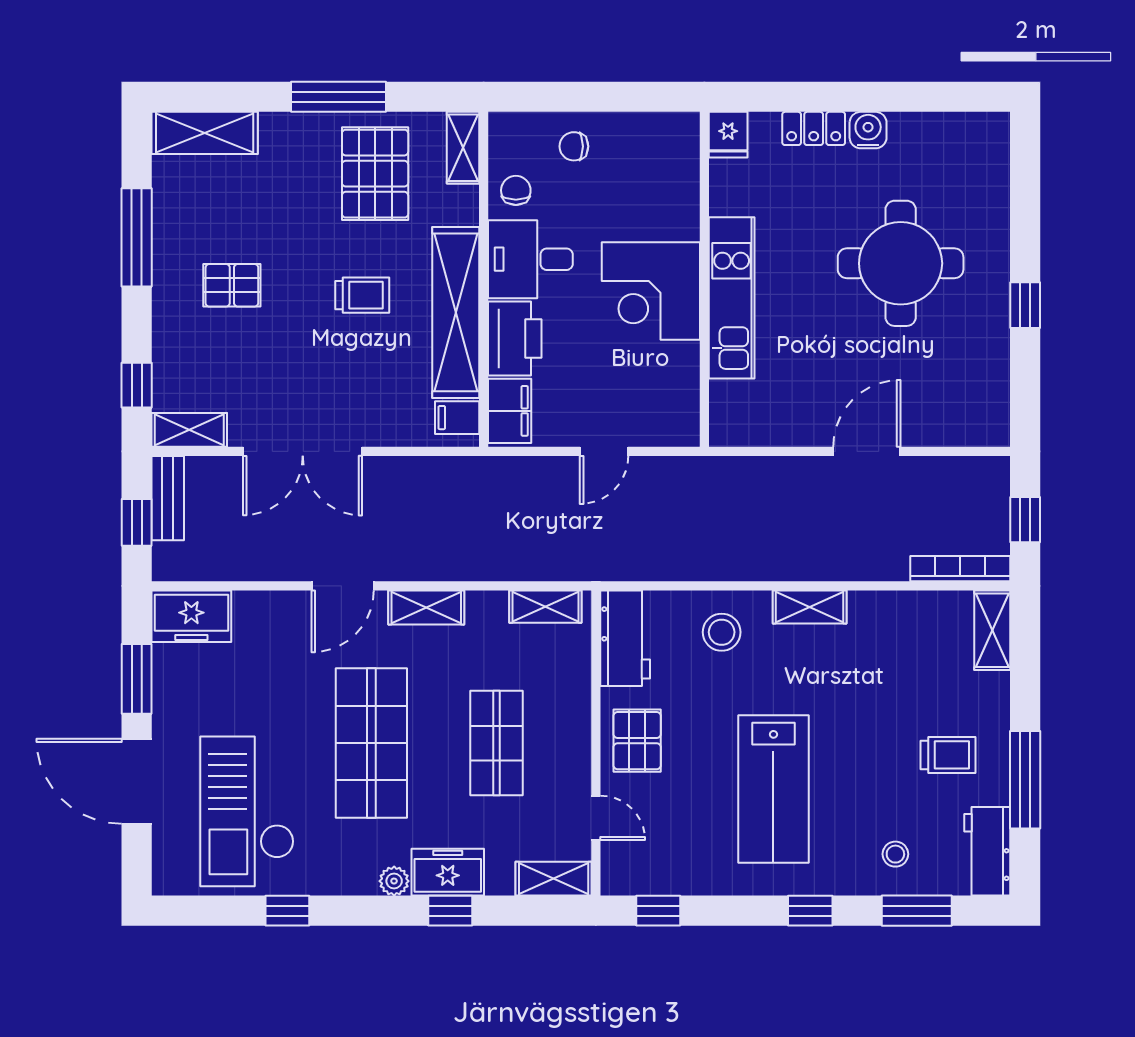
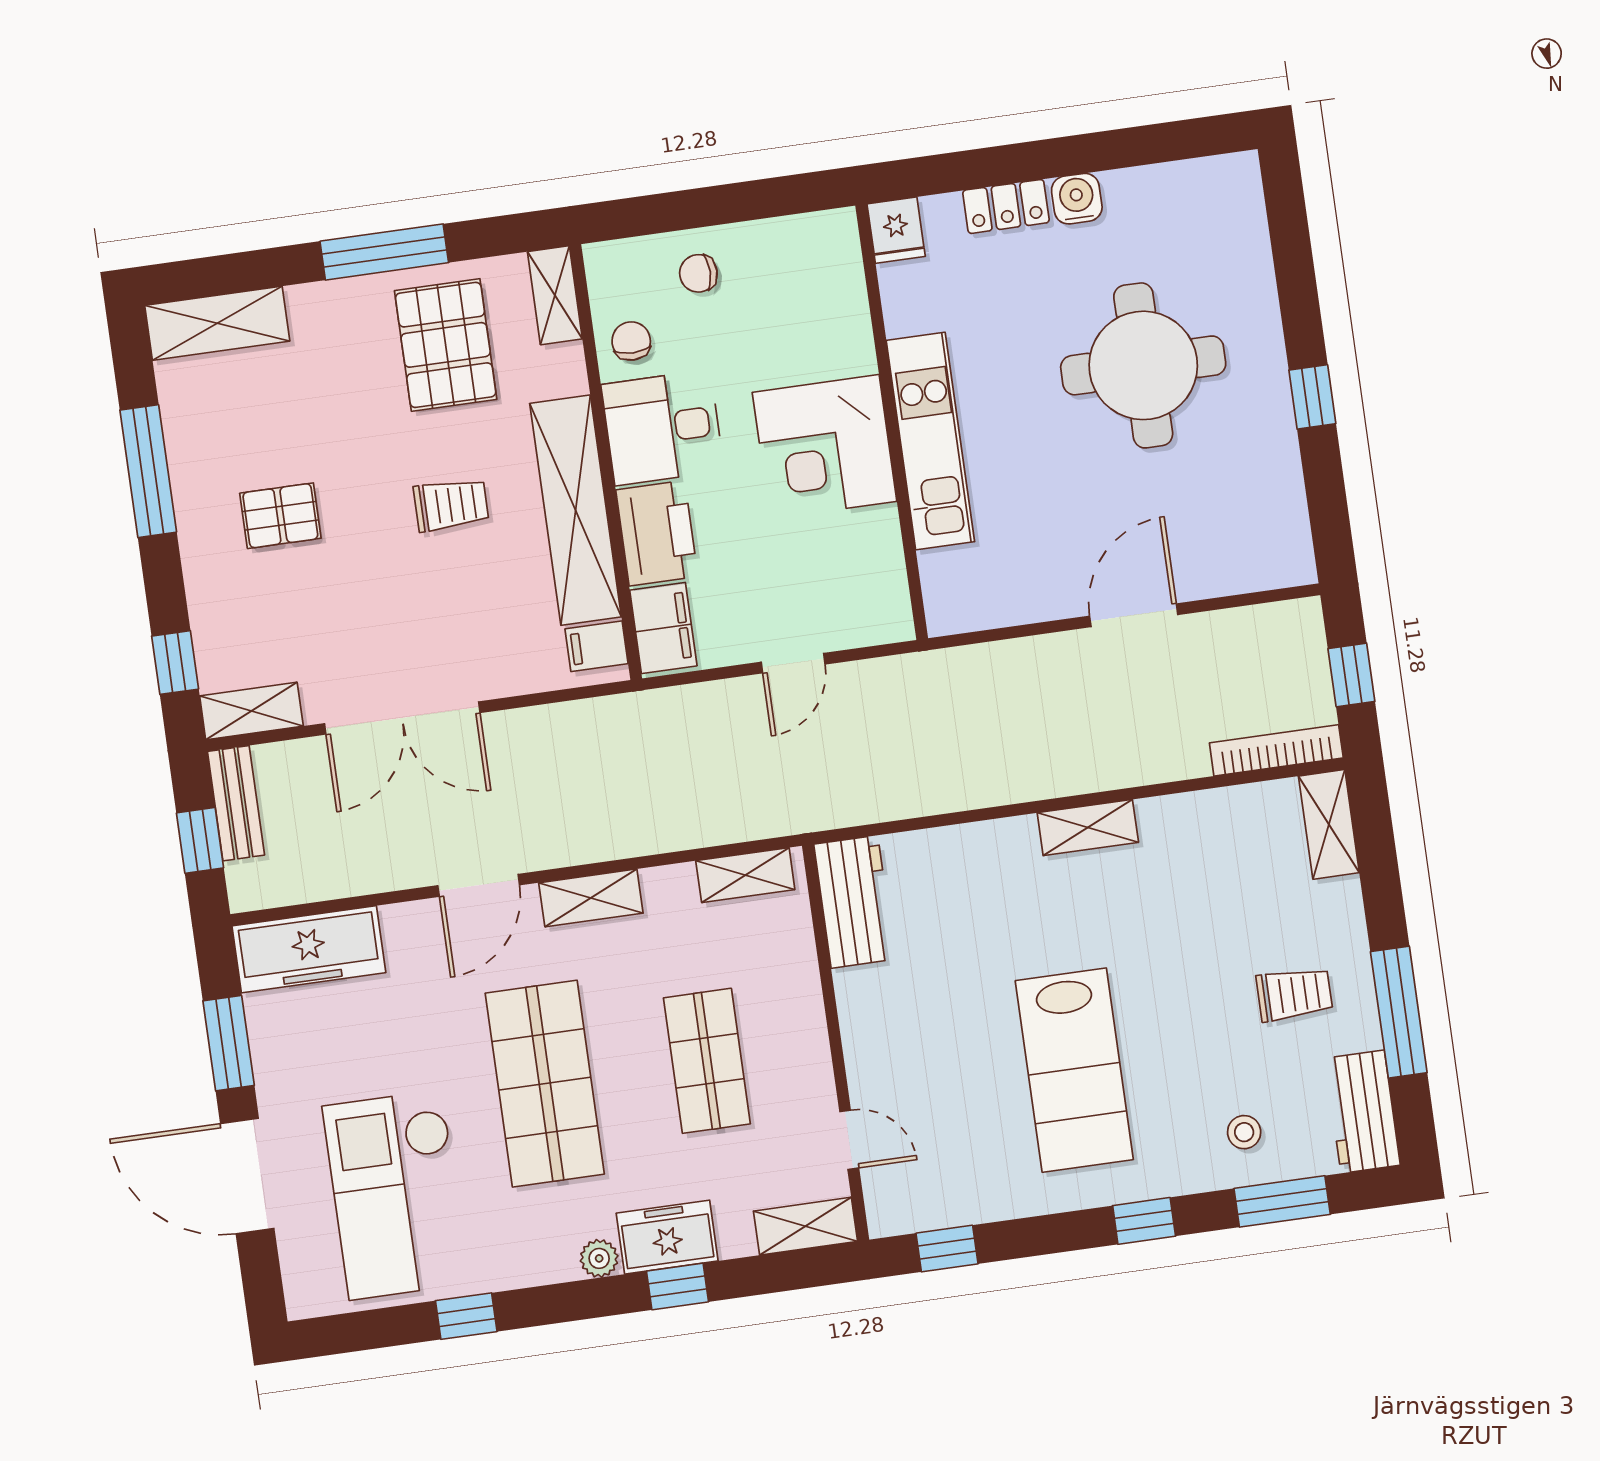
freezer: (191, 616) -> (309, 949), width x1.40
stool: (722, 632) -> (978, 876), removed
pallet: (637, 741) -> (889, 1032), removed

